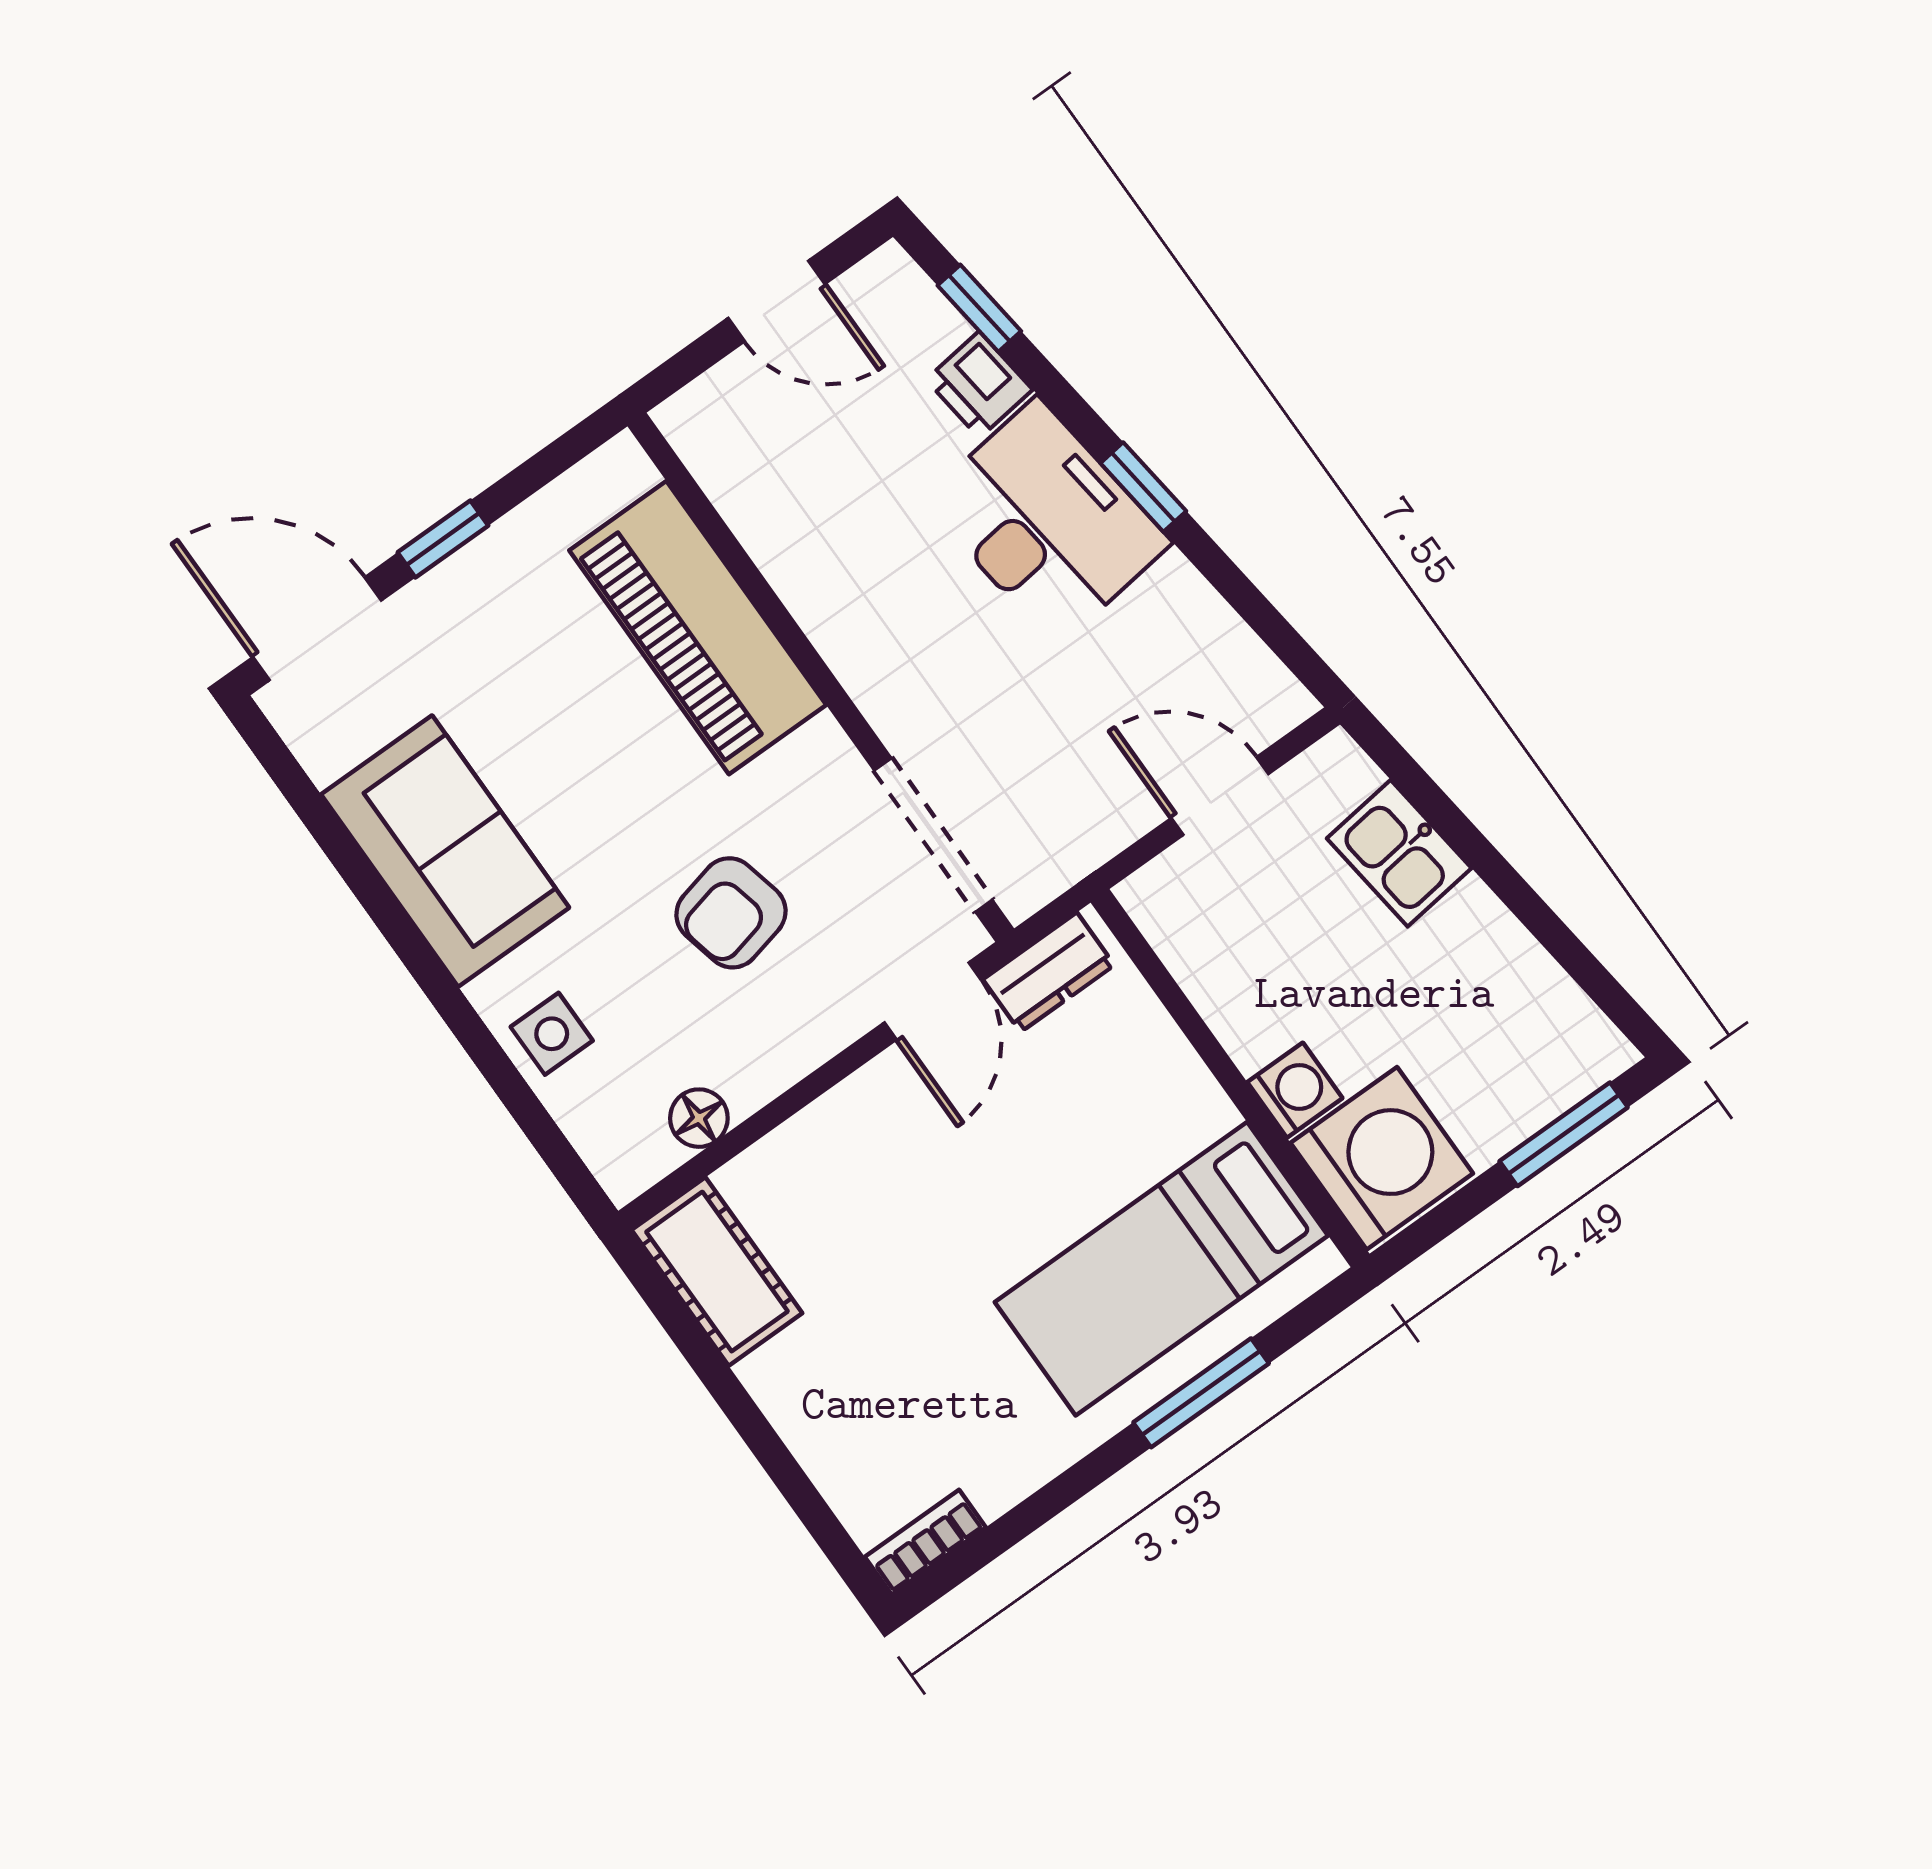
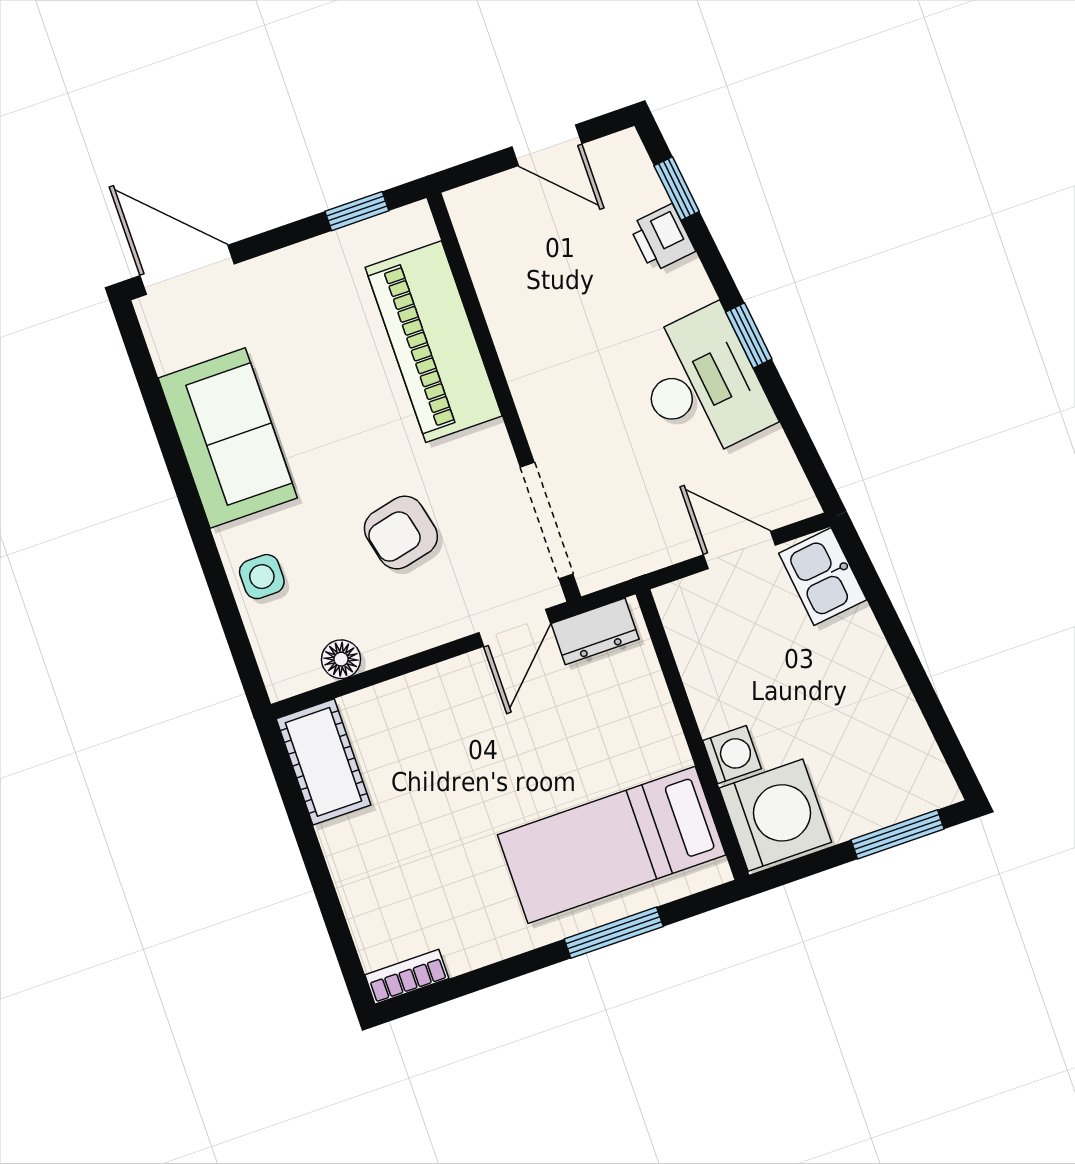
desk: (1047, 522) -> (702, 384), moved
window: (443, 539) -> (357, 211), moved
kitchen sink: (1399, 853) -> (823, 577), moved

